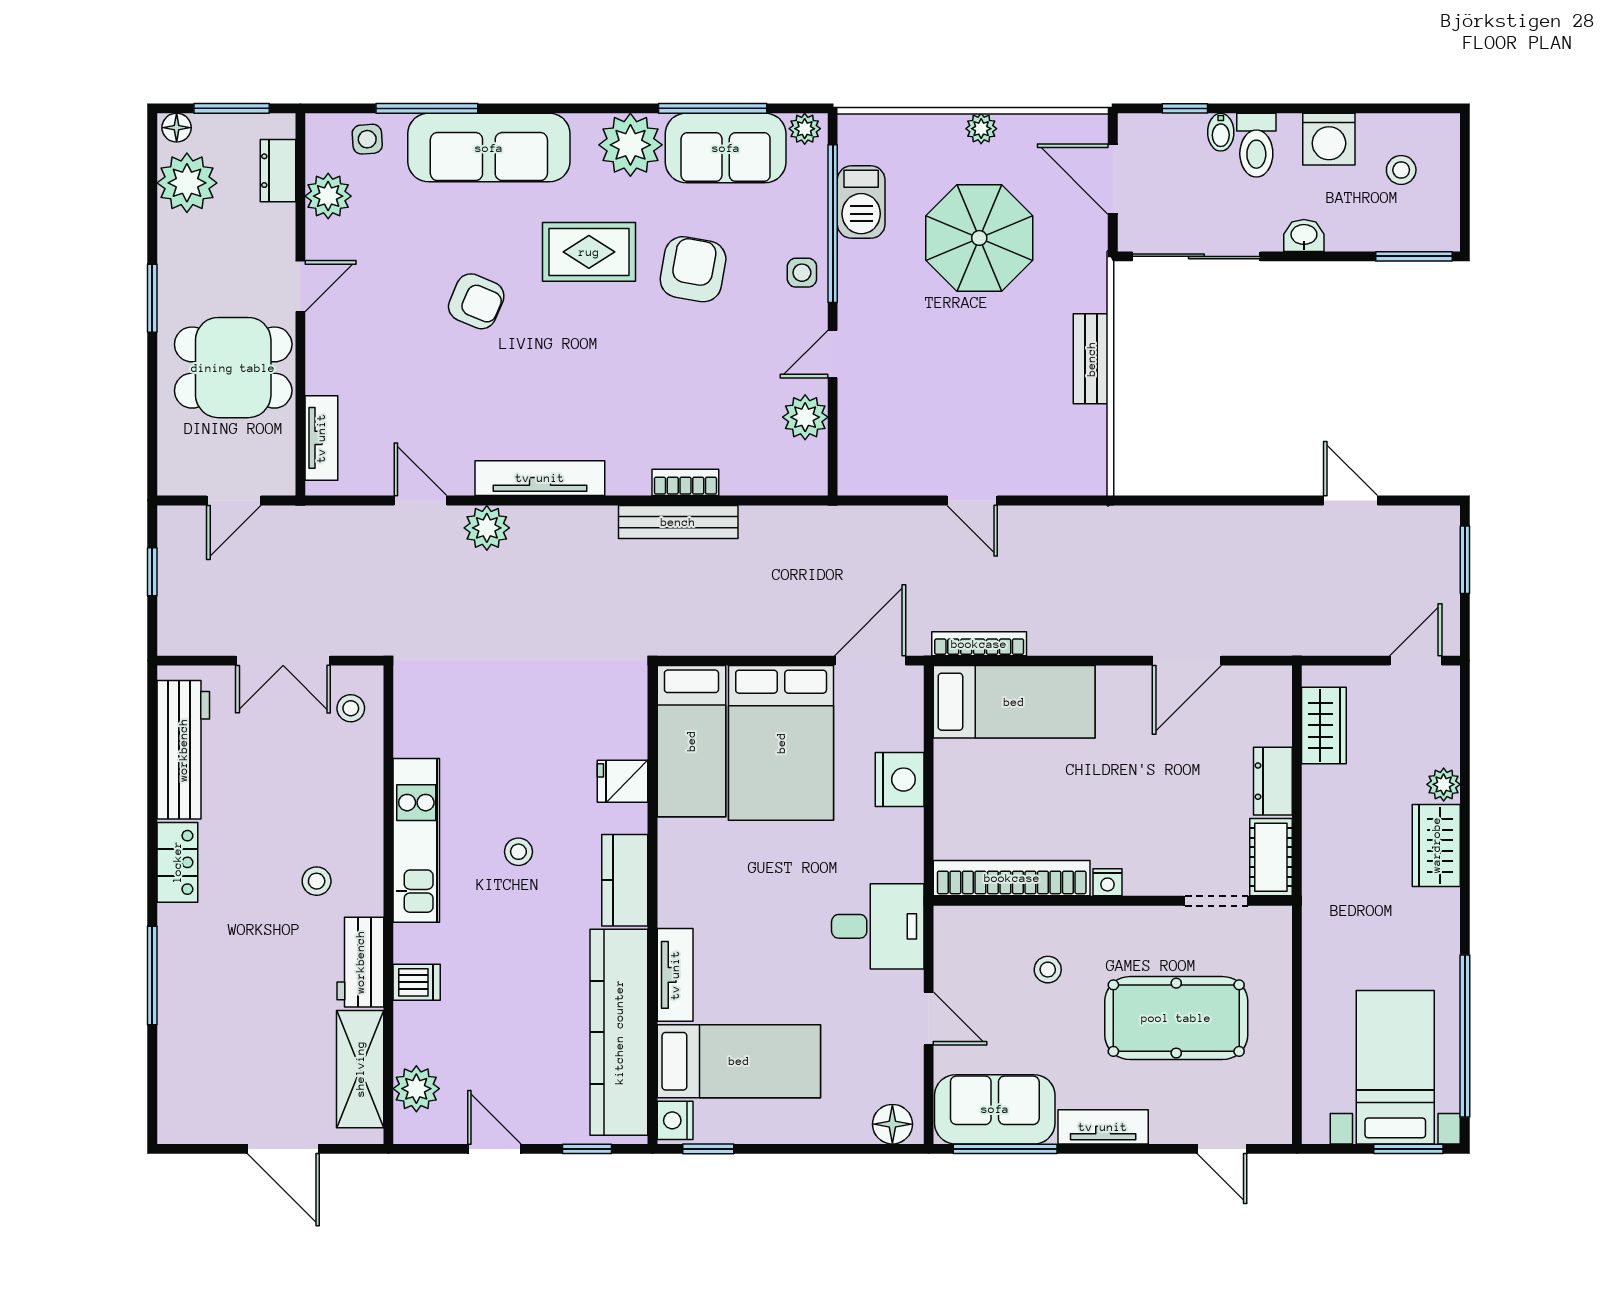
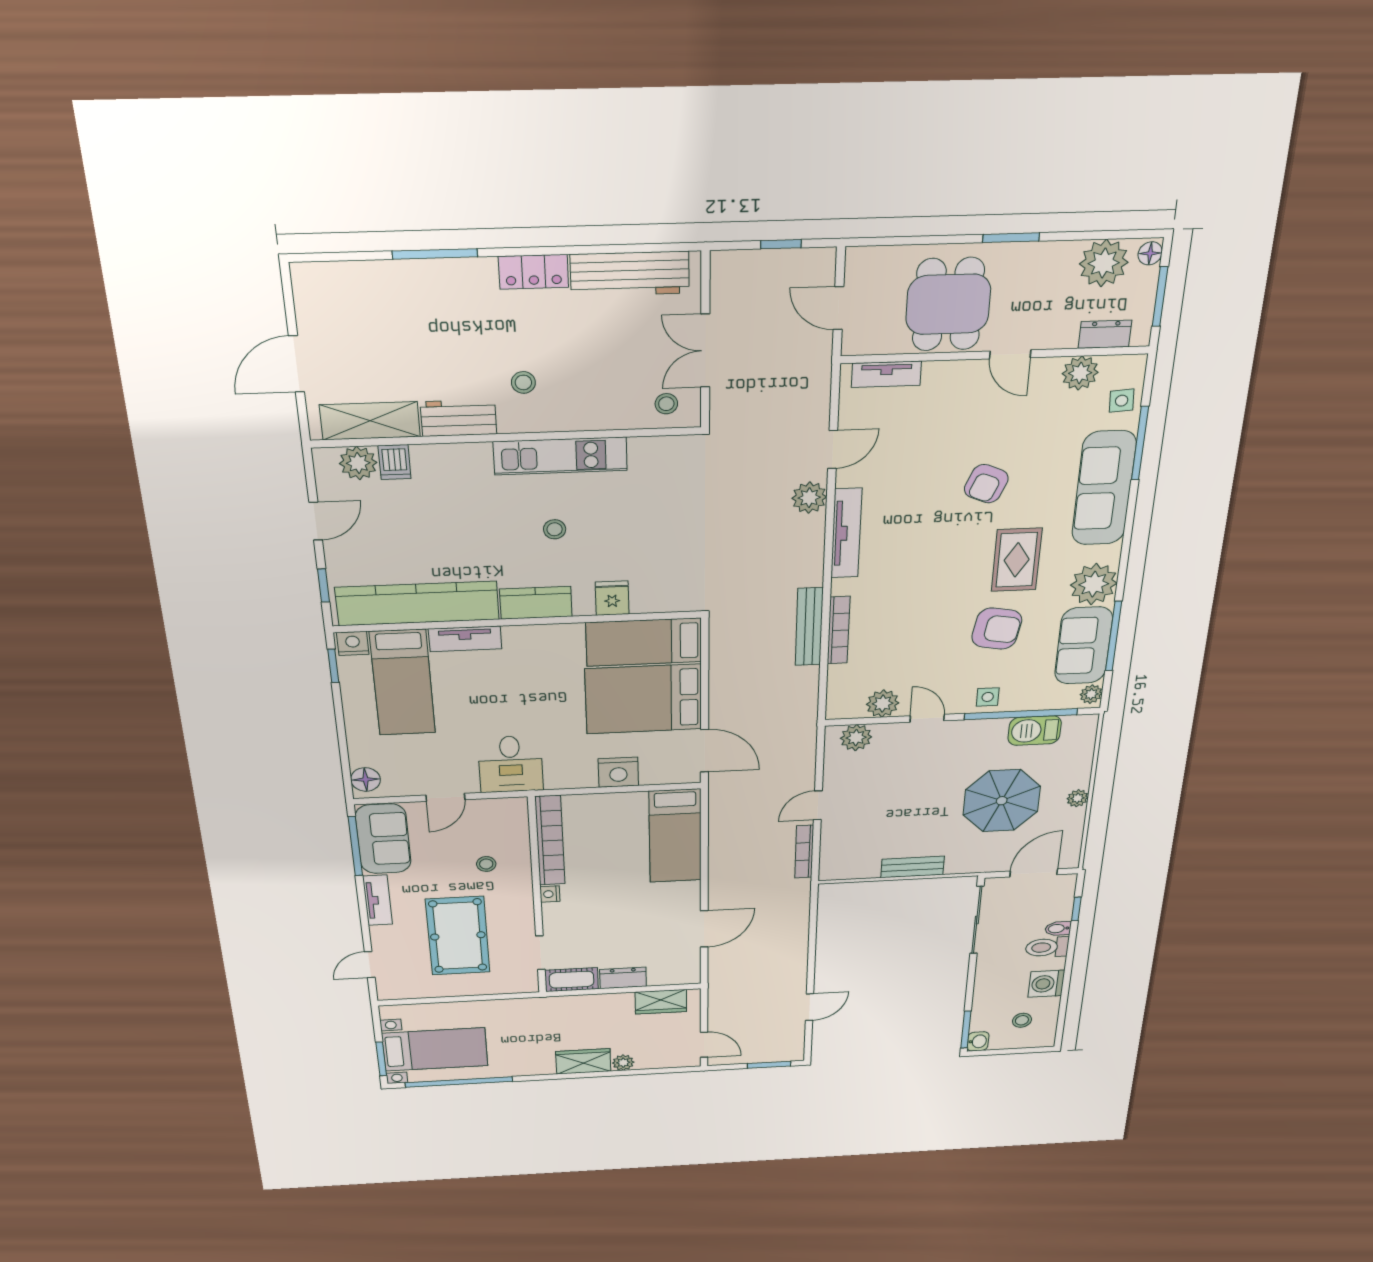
washbasin: (1304, 235) -> (978, 1041), moved
plant: (860, 451) -> (856, 738), added
bookcase: (685, 482) -> (839, 630), width x1.56
bookcase: (979, 644) -> (804, 852), moved, turned 180
door: (1187, 661) -> (704, 929), swing flipped
dishwasher: (417, 982) -> (395, 462), moved

